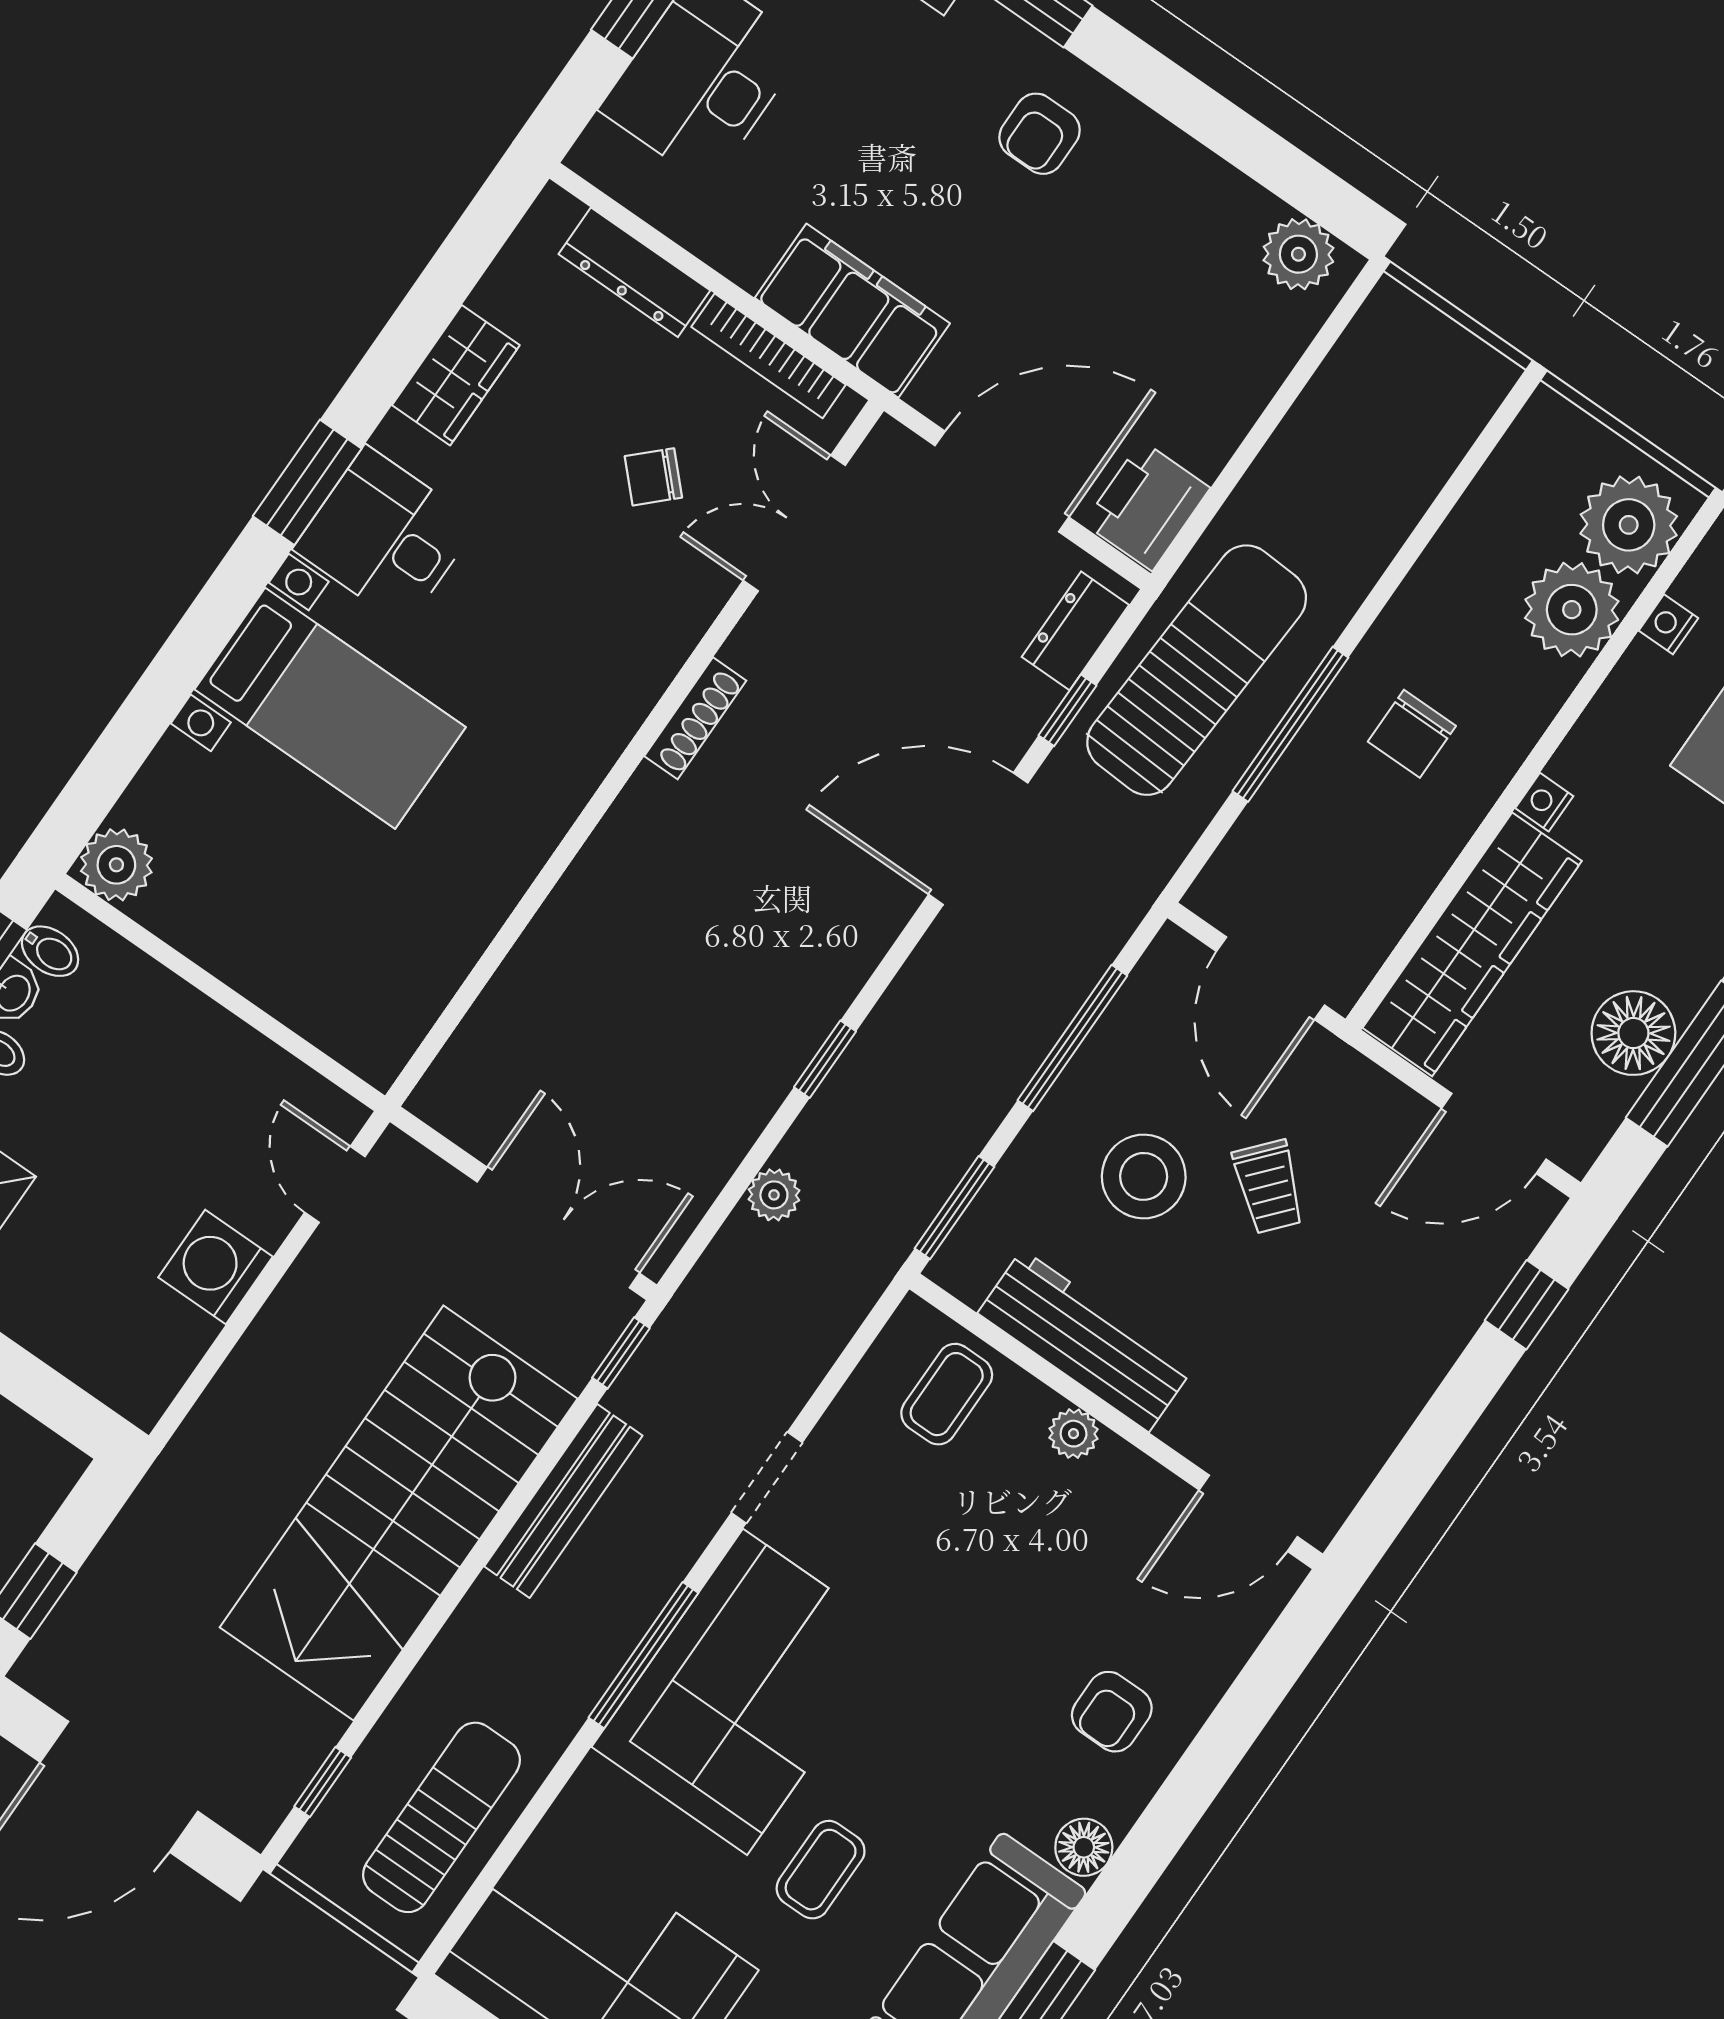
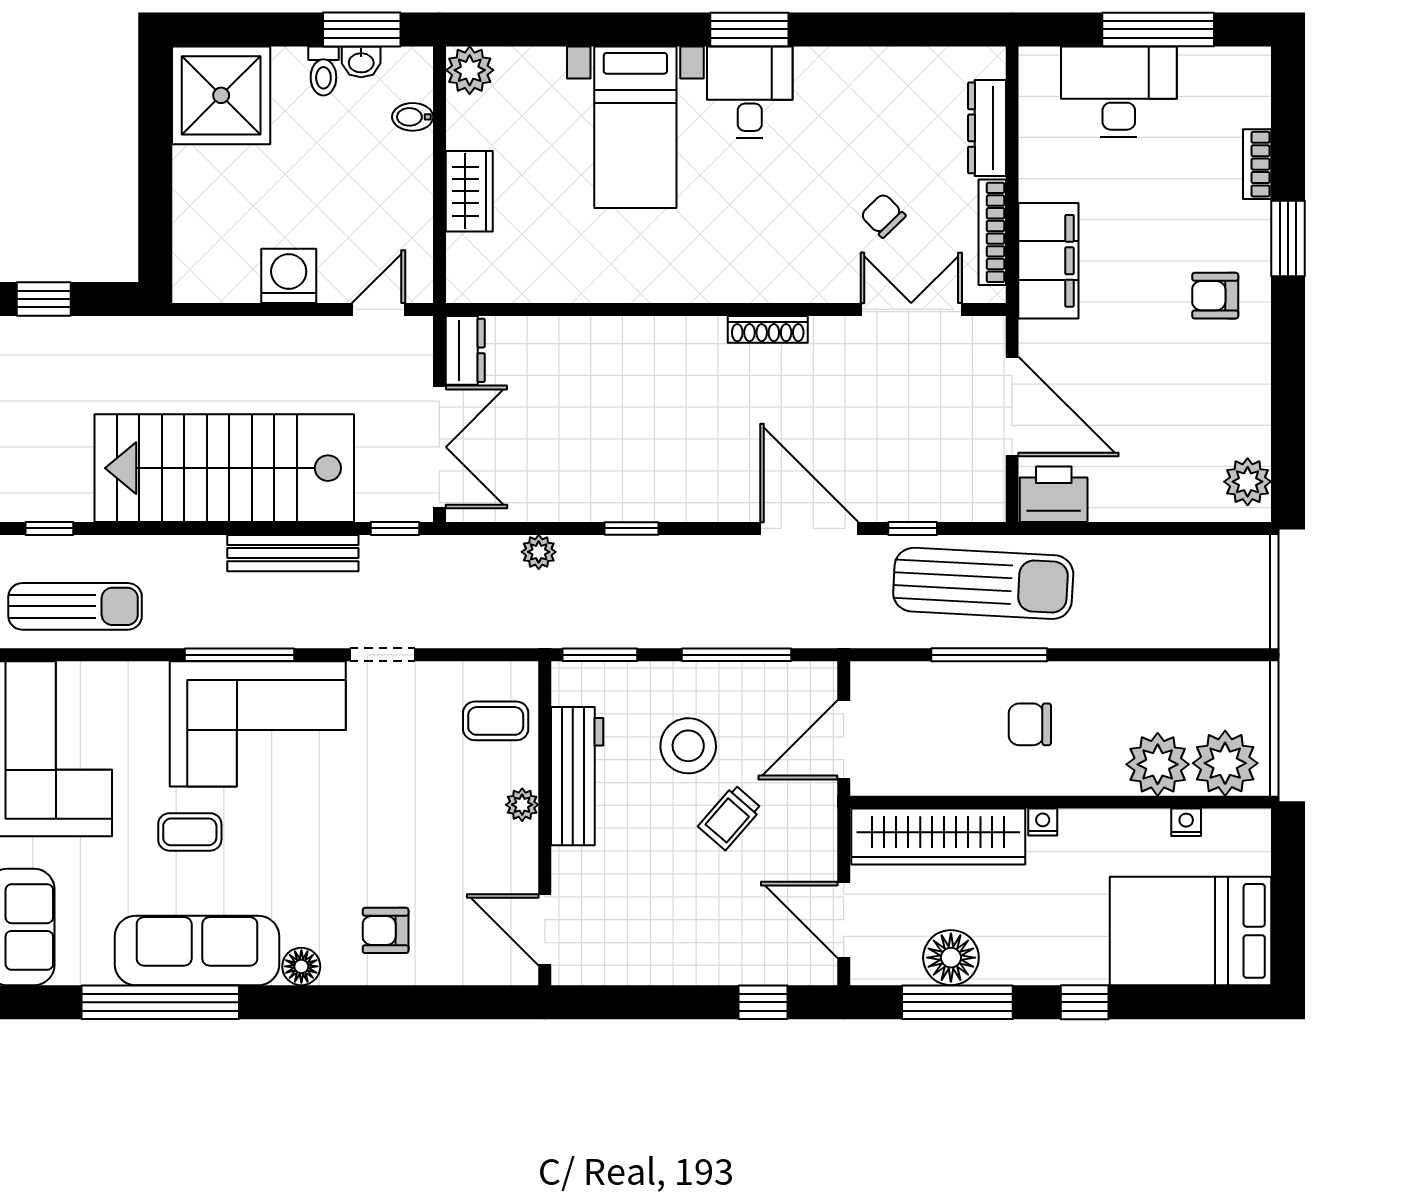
wardrobe: (456, 375) -> (469, 191), moved, turned -90
dresser: (1075, 631) -> (465, 350), moved, turned 90
bidet: (50, 951) -> (413, 117), moved, turned 90

